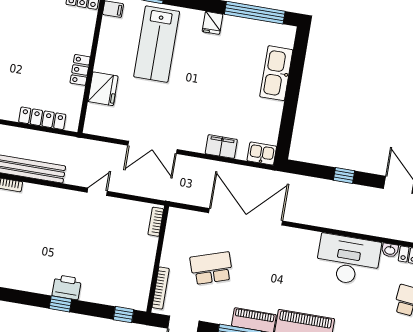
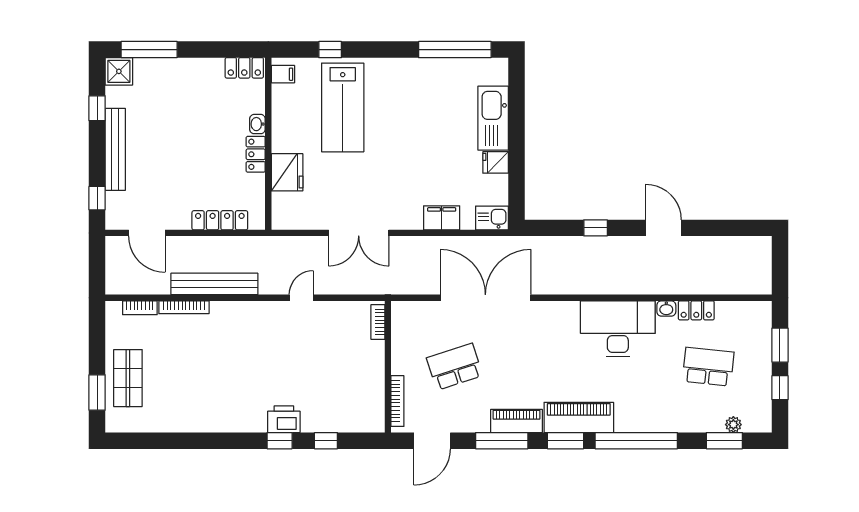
fridge: (212, 23) -> (496, 162), moved, turned 90
washbasin: (86, 46) -> (257, 124), added
window: (124, 315) -> (326, 441), moved

